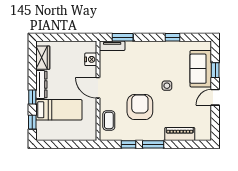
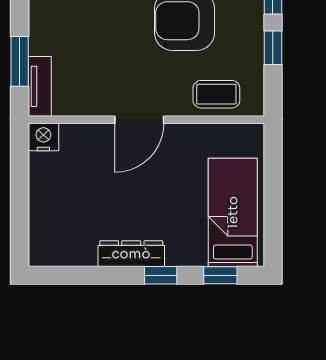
wardrobe: (43, 58) -> (68, 250), removed
nightstand: (91, 59) -> (43, 137), moved
bed: (59, 110) -> (233, 212), moved

